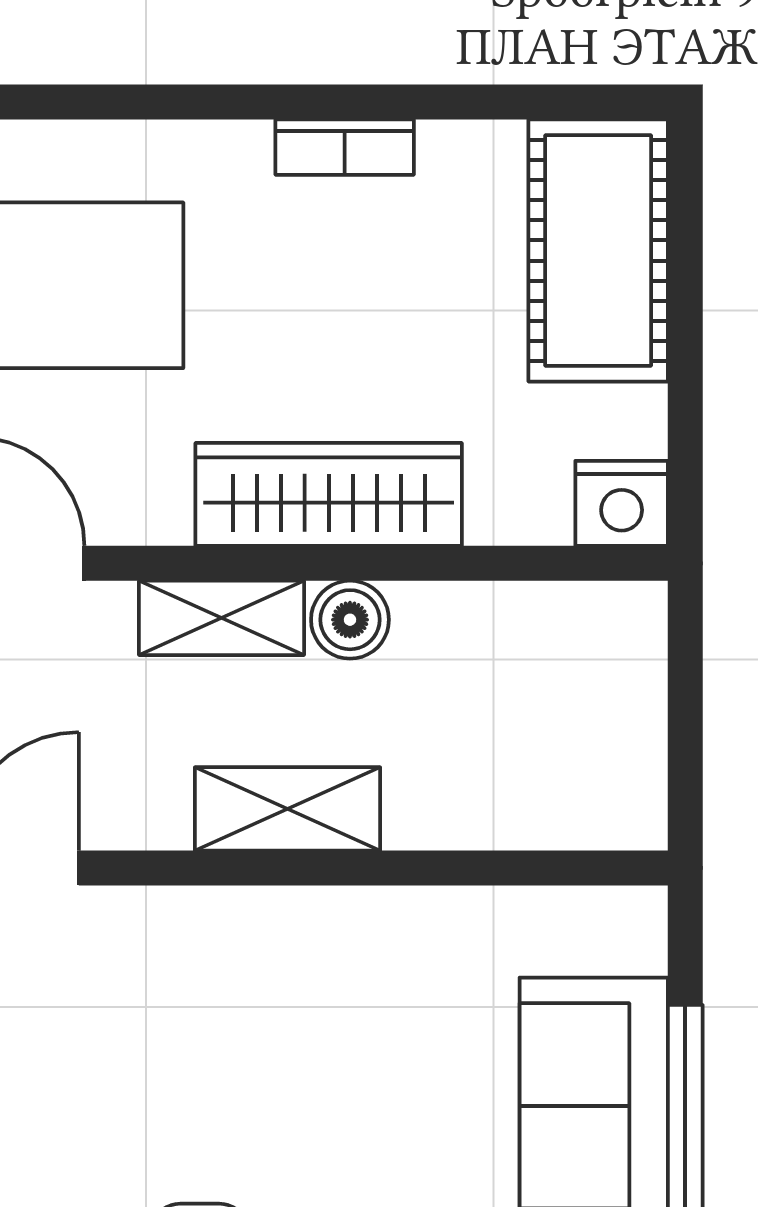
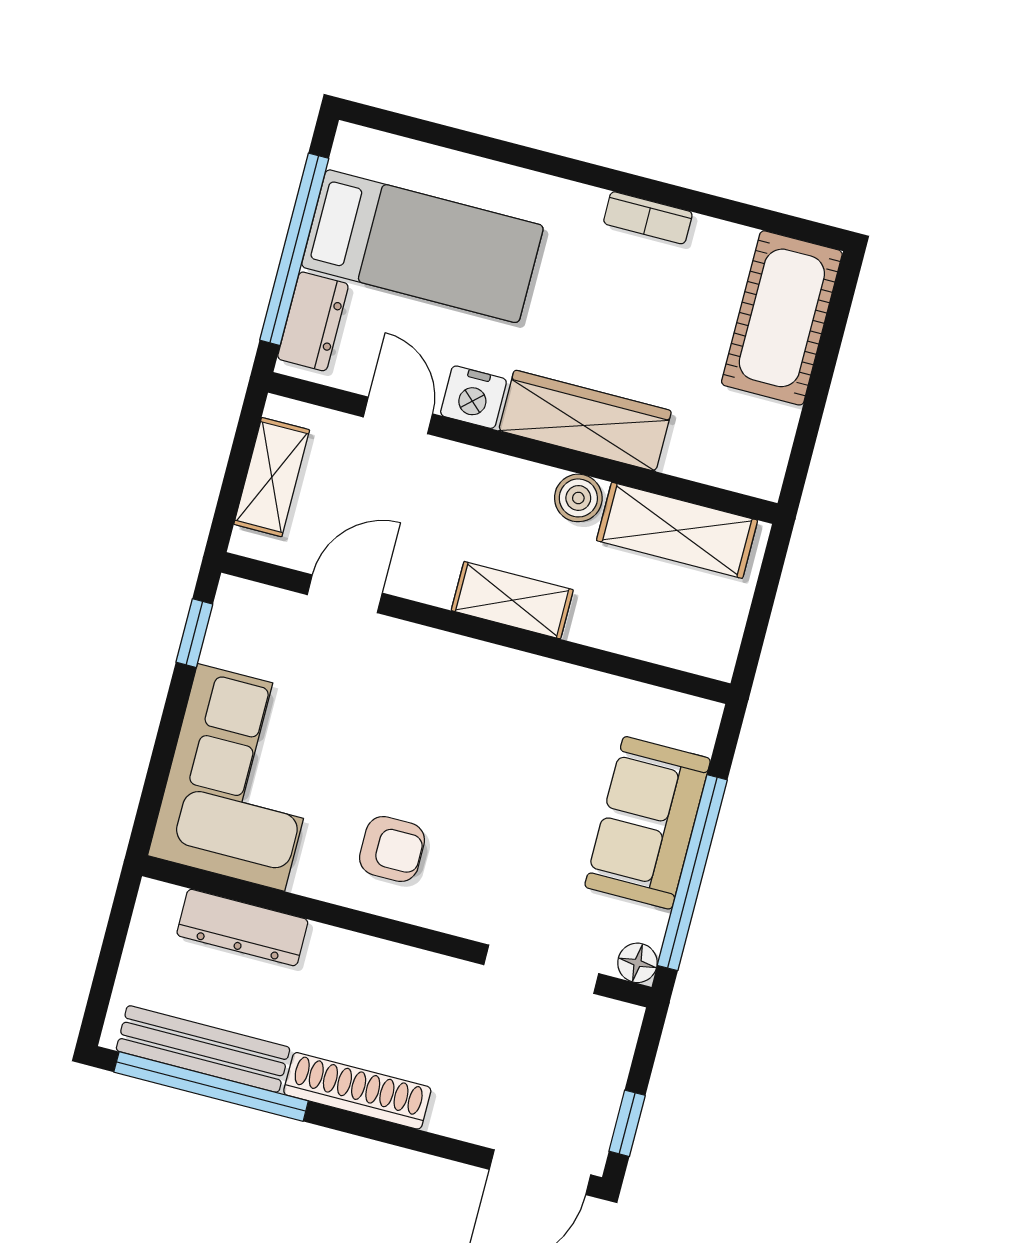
nightstand: (622, 503) -> (473, 397), moved
shelving: (222, 618) -> (677, 530), moved, width x1.50, depth x1.33

